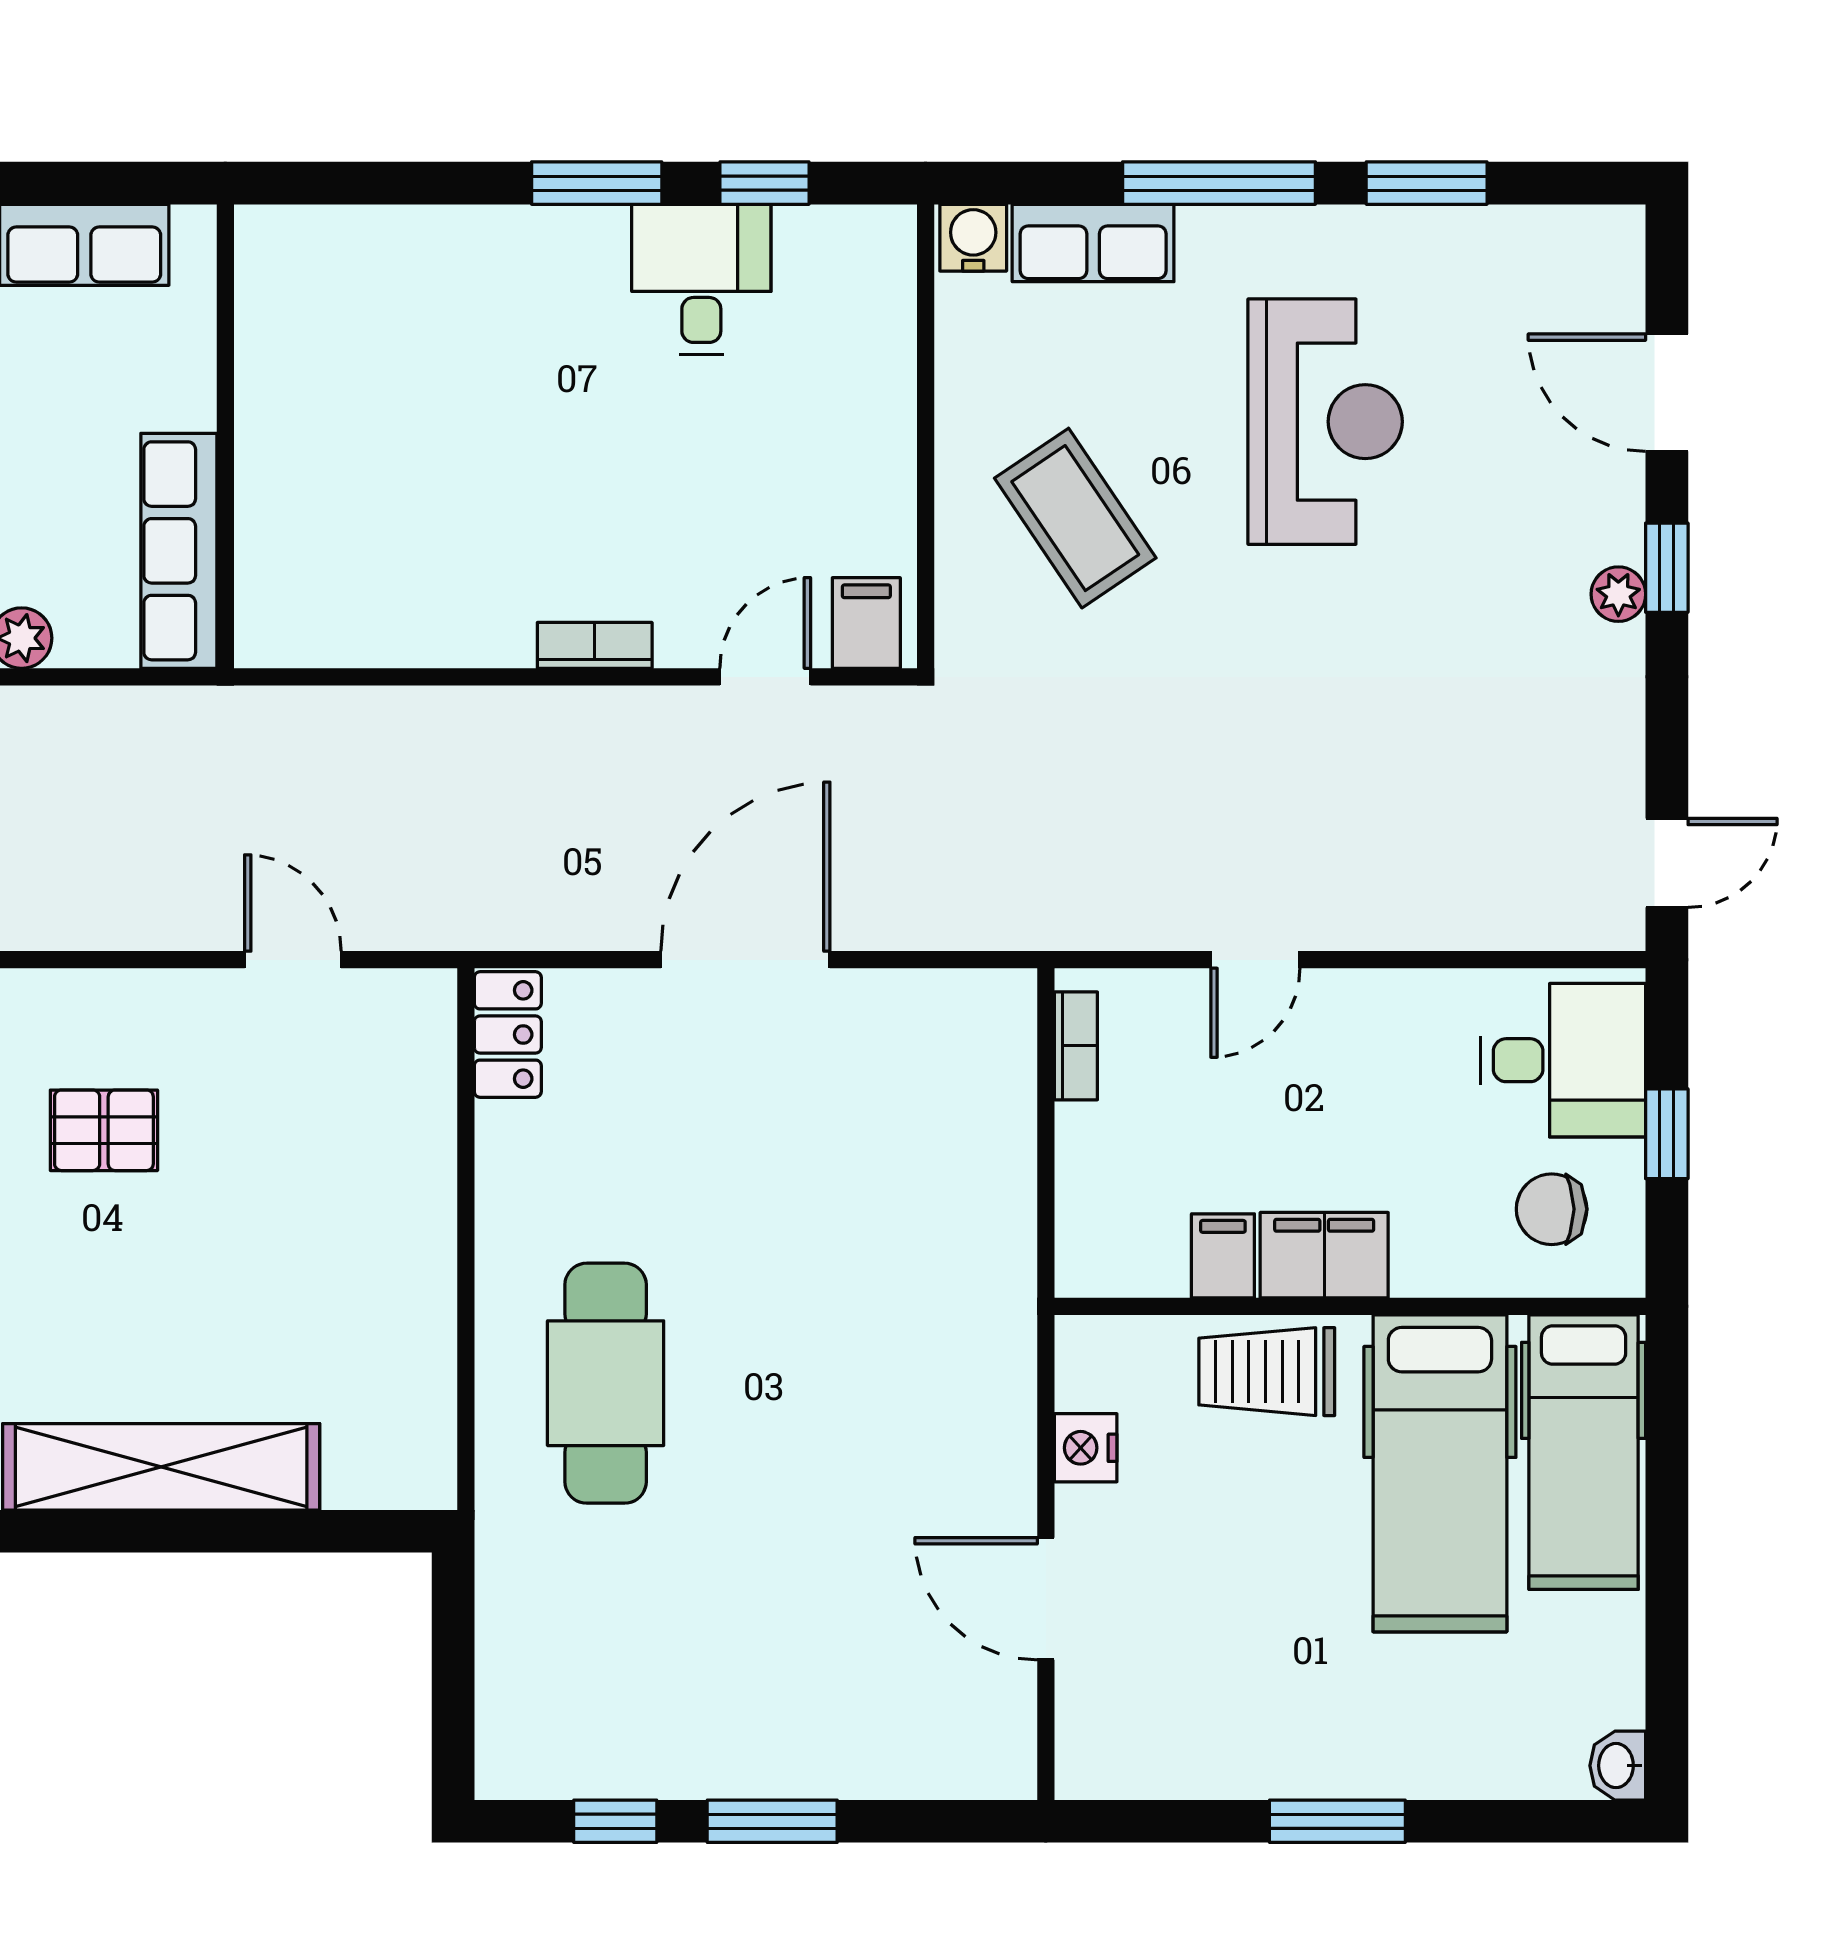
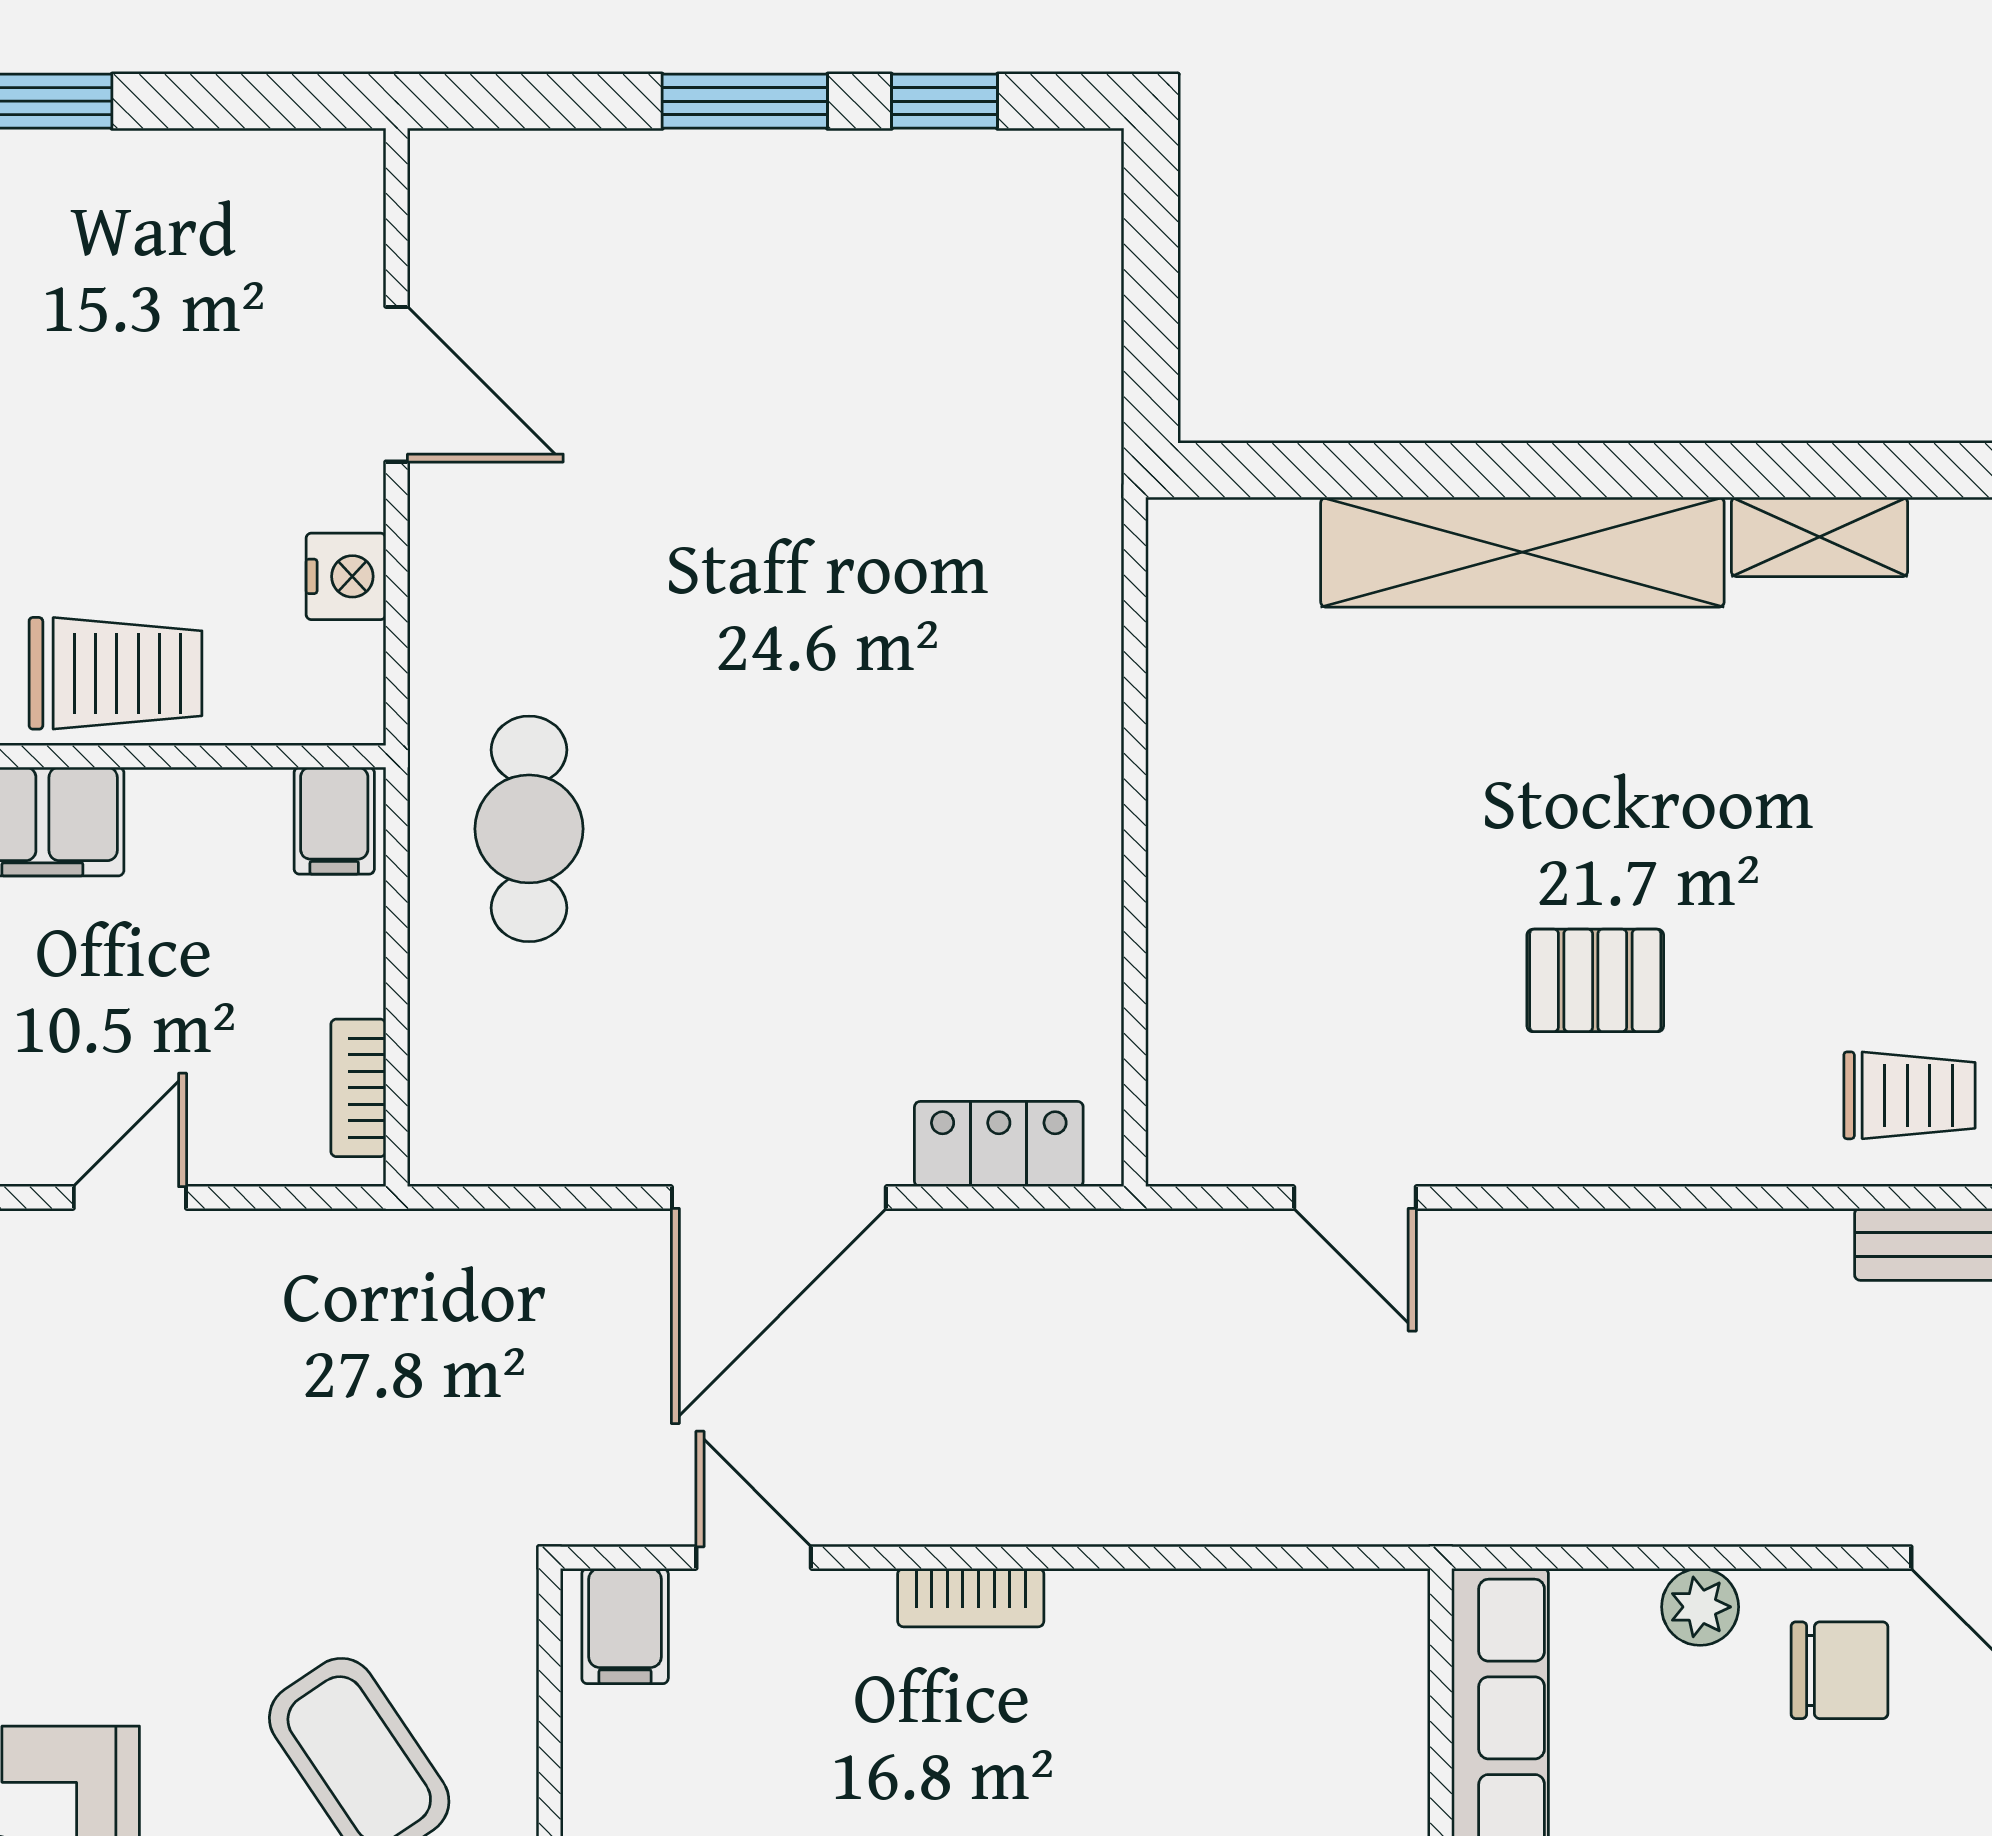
door: (765, 677) -> (754, 1558), swing flipped
locker: (508, 1035) -> (999, 1144), moved, turned 90
filing cabinet: (1223, 1256) -> (334, 821), moved
cafe table: (606, 1383) -> (529, 829), moved, width x0.73, depth x0.74

